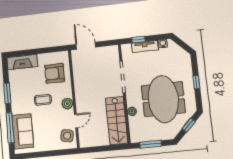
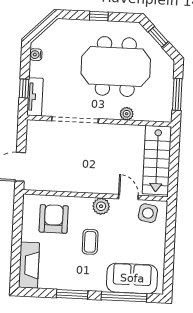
tv unit: (145, 47) -> (35, 97), moved
armchair: (55, 73) -> (54, 219), turned 180
stairs: (117, 121) -> (157, 160), moved, turned 90

